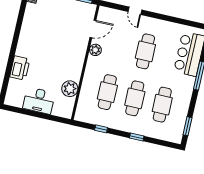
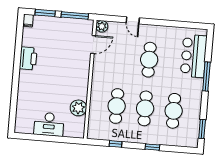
plant: (95, 50) -> (102, 26), moved
printer: (20, 68) -> (28, 58), moved

